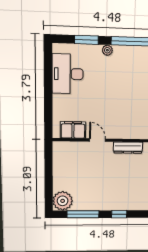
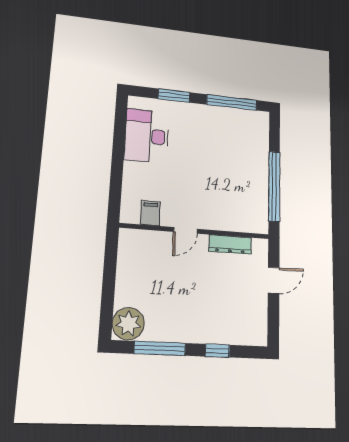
plant: (107, 50) -> (202, 111), removed
filing cabinet: (73, 130) -> (150, 213), width x0.50
door: (97, 140) -> (186, 230), swing flipped

